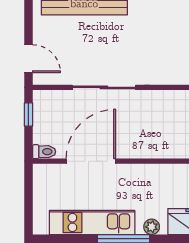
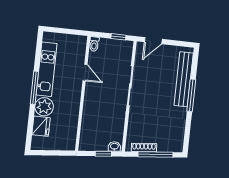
door: (91, 161) -> (85, 73), width x0.53
plant: (152, 227) -> (44, 107), width x1.88, depth x1.88

